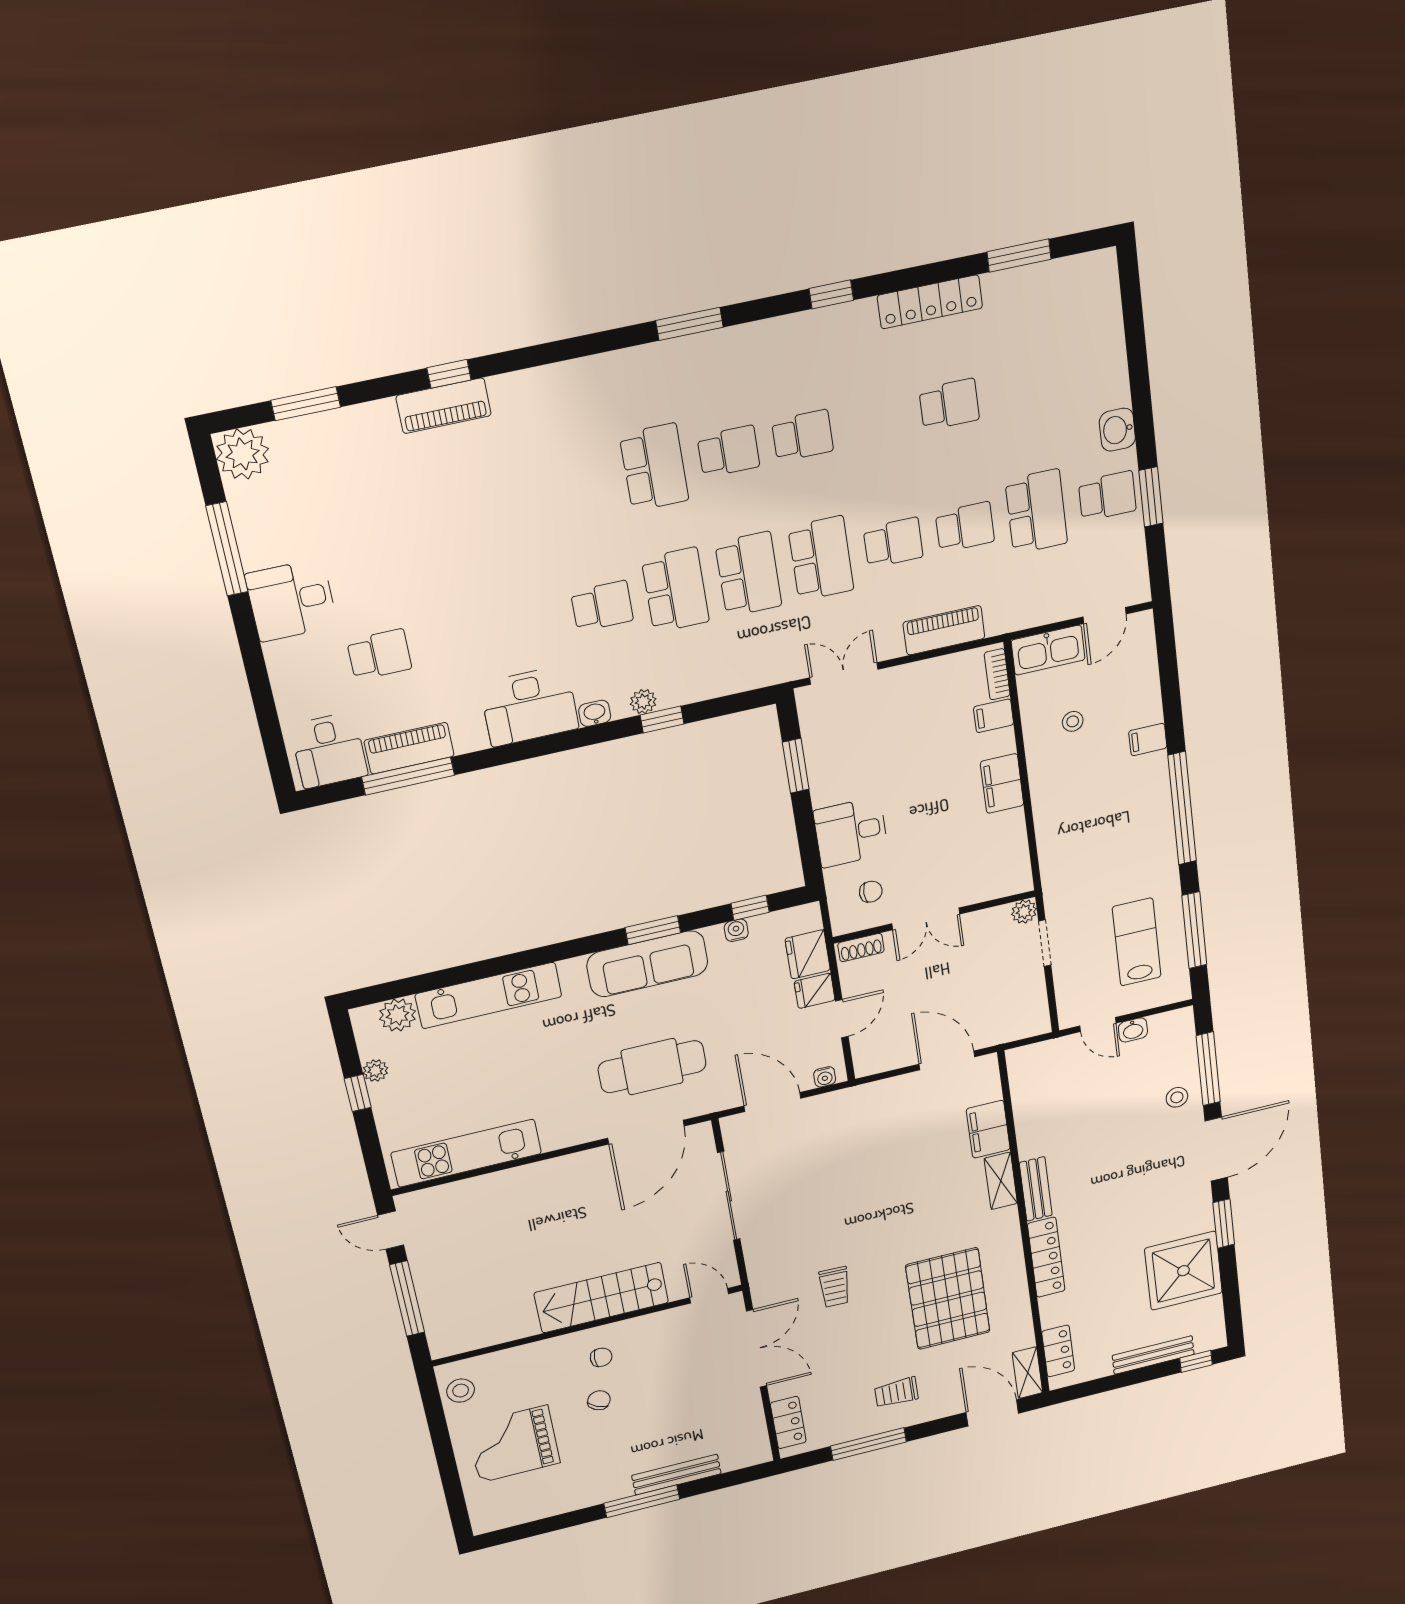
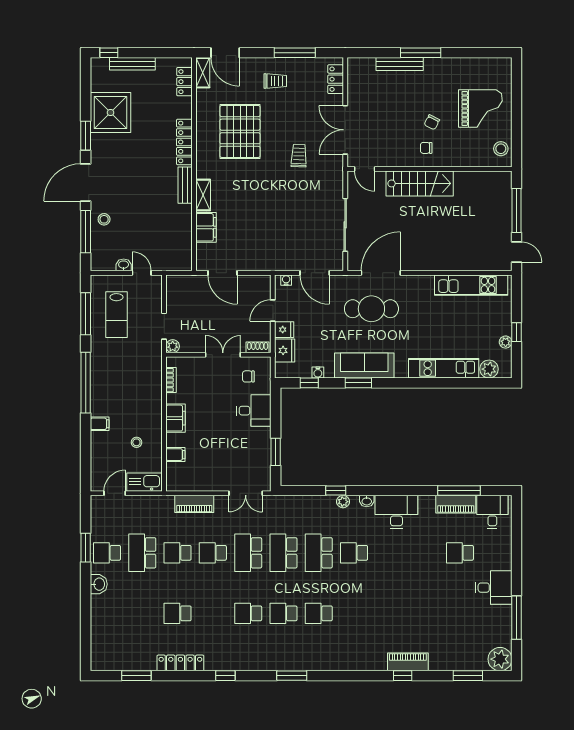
school desk: (654, 467) -> (319, 613), width x0.54
bookcase: (997, 674) -> (171, 380), moved

